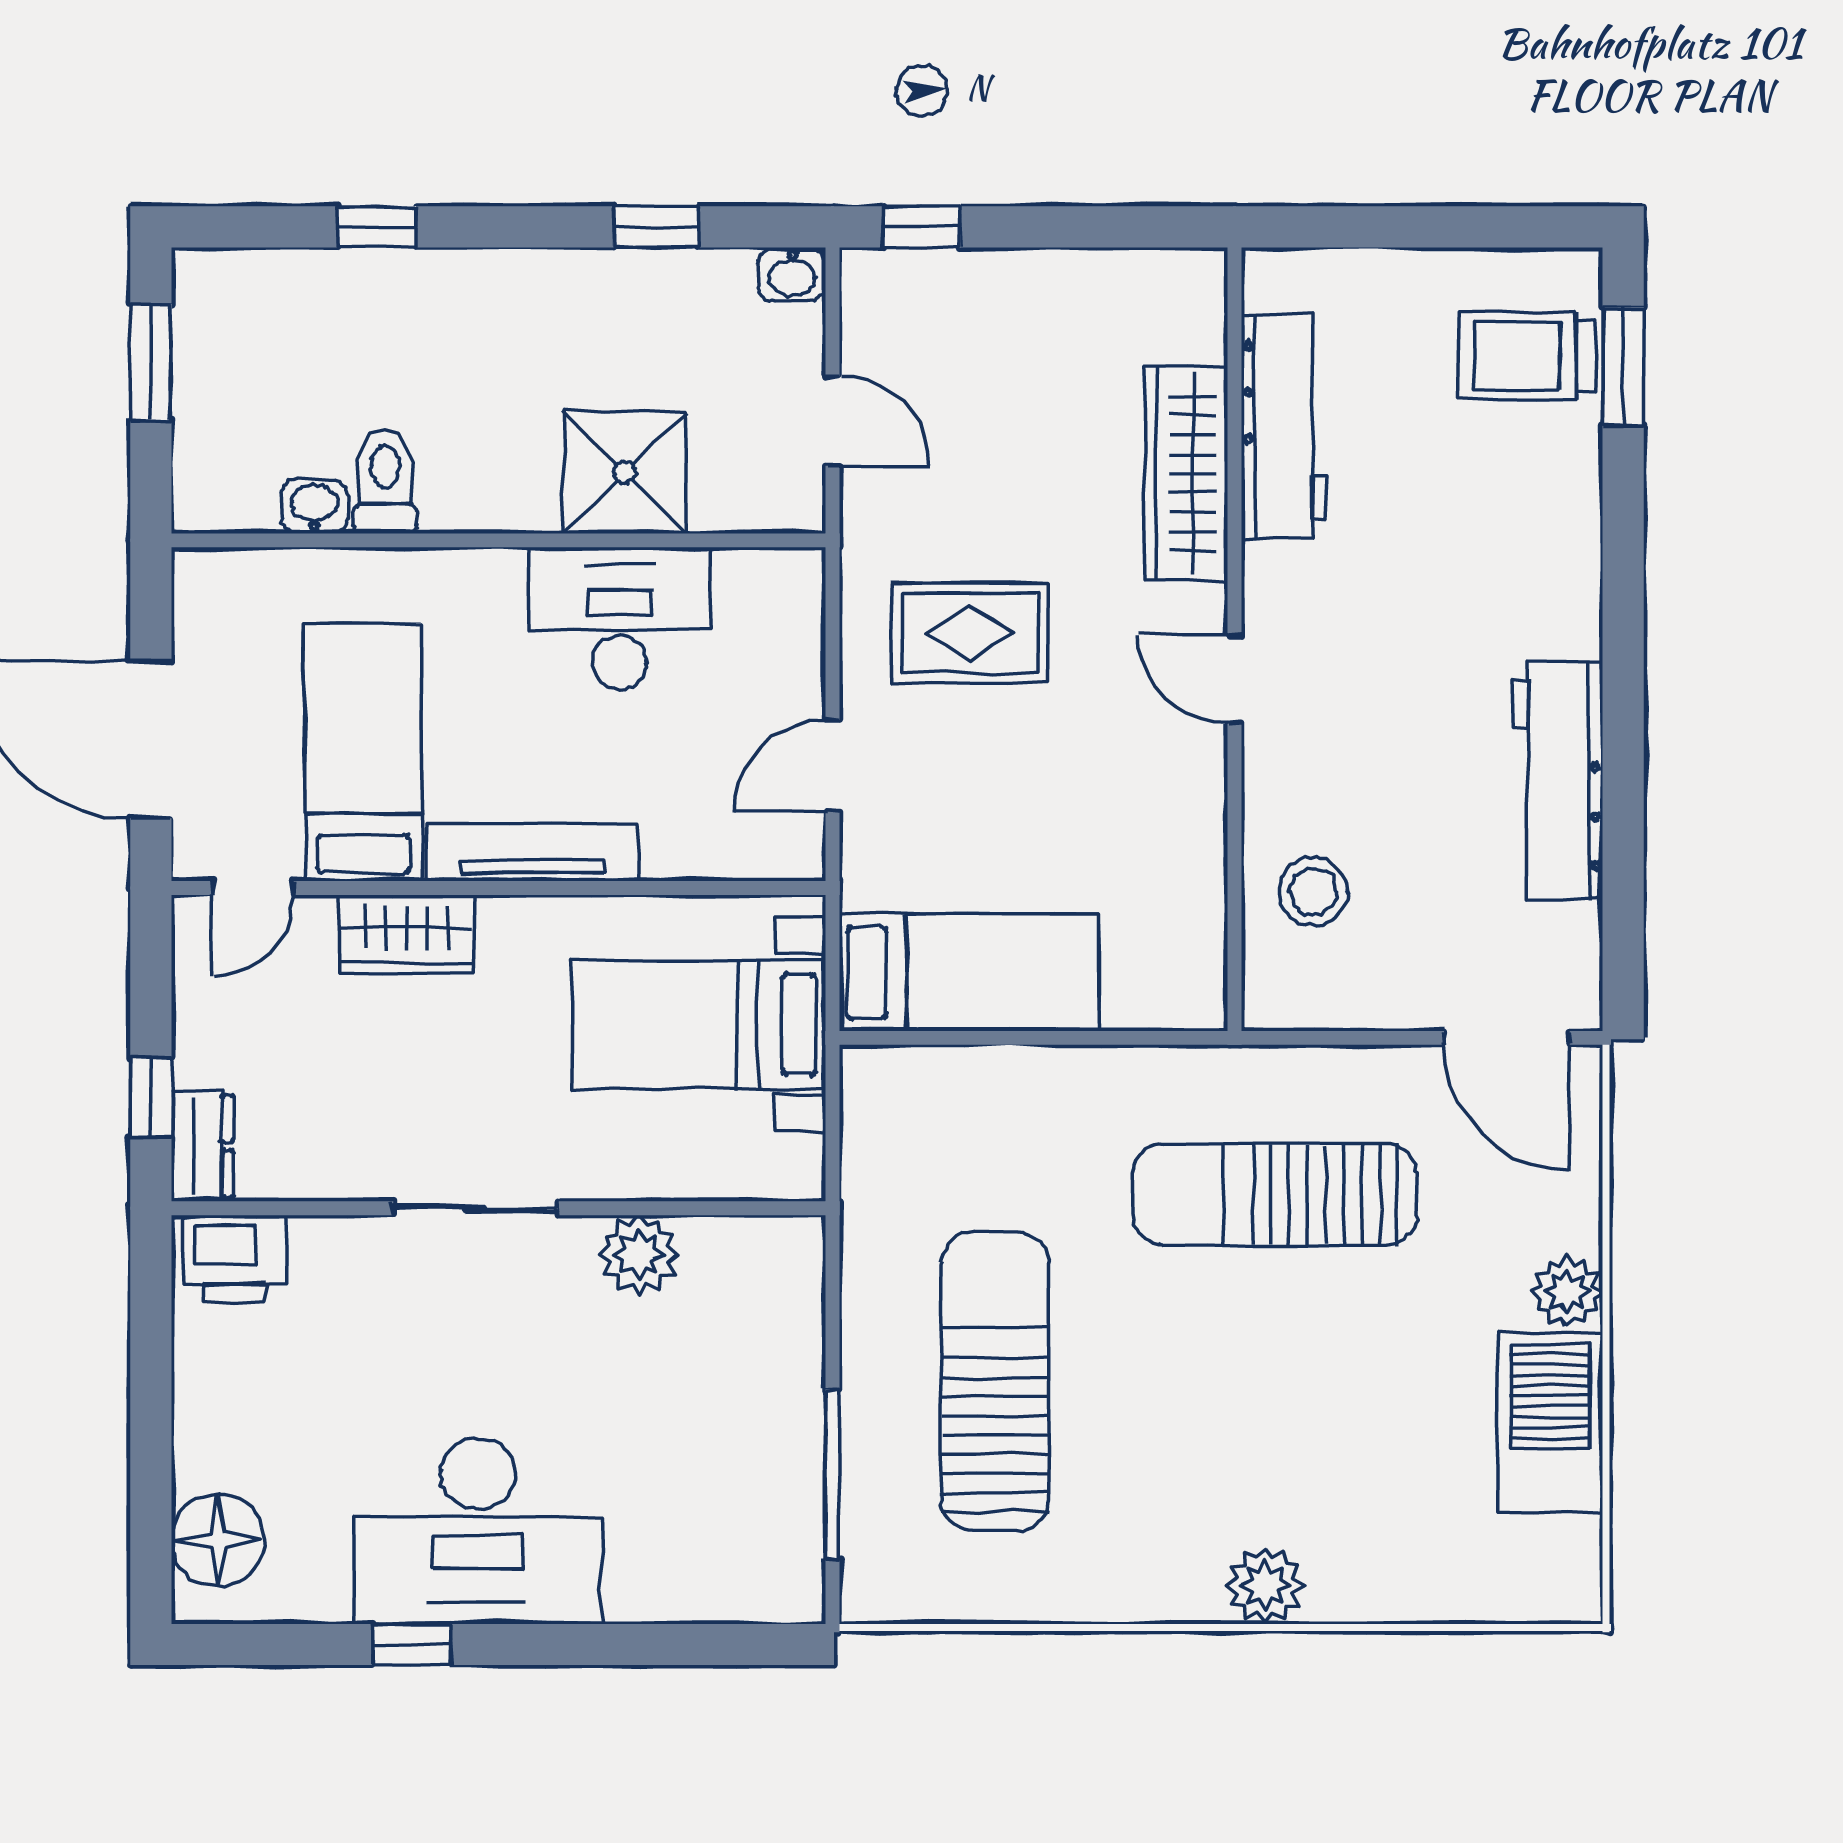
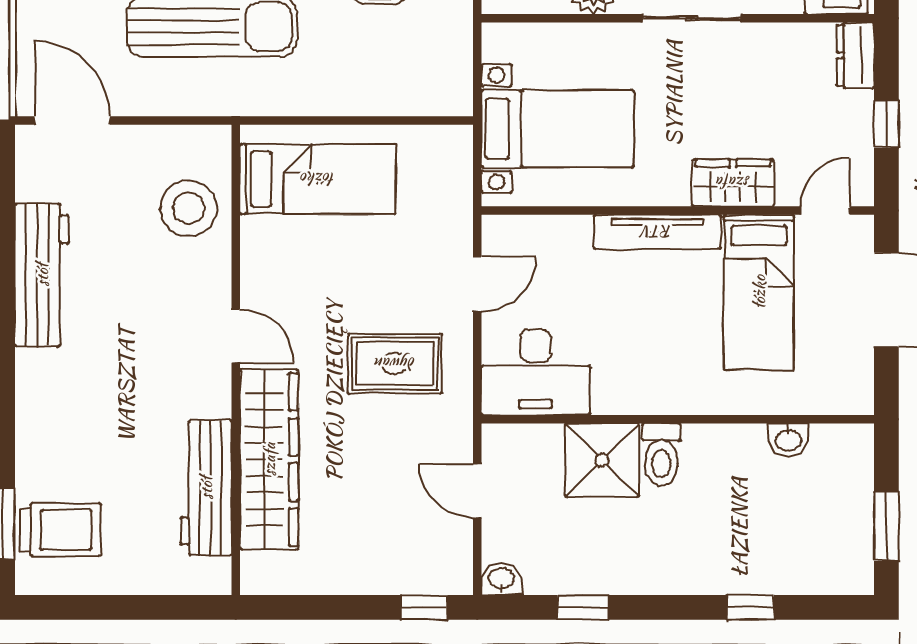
wardrobe: (1186, 473) -> (269, 459), width x1.40, depth x1.17
toilet: (385, 481) -> (661, 455), moved
desk: (620, 618) -> (536, 372), moved
stool: (1313, 892) -> (189, 208), width x1.38, depth x1.38
bed: (969, 973) -> (318, 179), moved, turned 180
window: (151, 1098) -> (886, 124), moved

